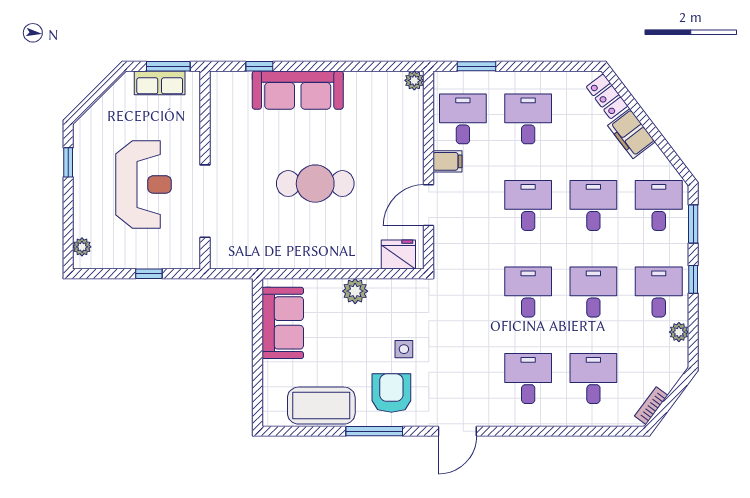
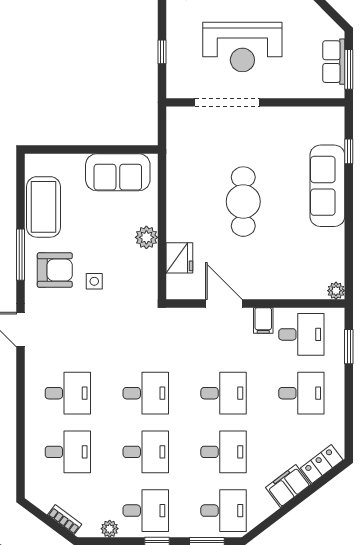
fridge: (398, 255) -> (179, 258), moved
bookcase: (651, 406) -> (65, 520), moved

